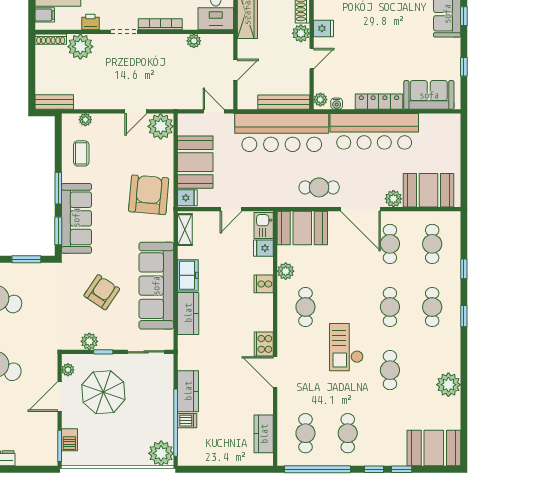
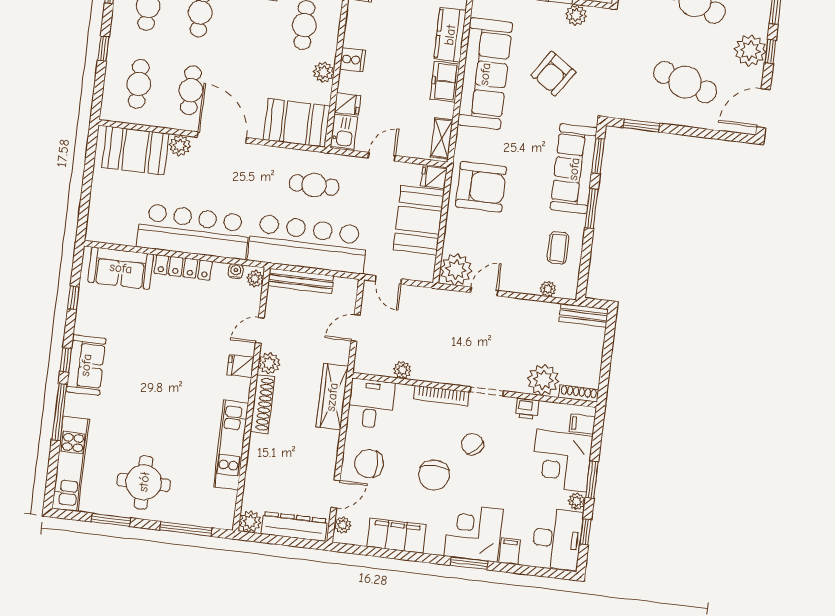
cafe table: (319, 187) -> (314, 185), moved
armchair: (149, 195) -> (481, 187), turned -95

